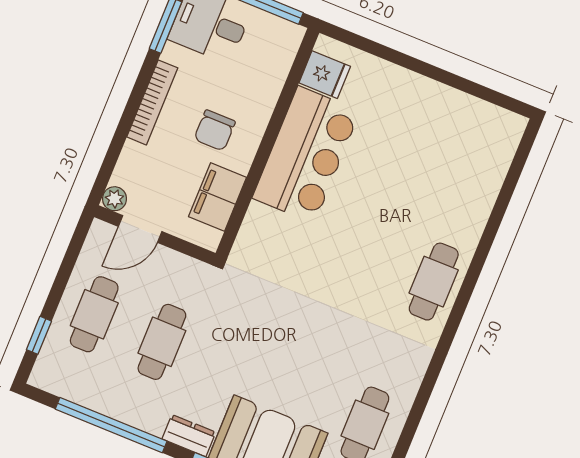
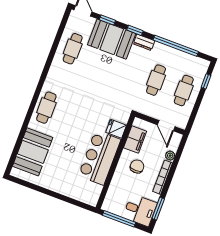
fridge: (325, 75) -> (116, 129), moved
booth: (470, 174) -> (33, 152), added
plant: (114, 199) -> (170, 156), moved
door: (140, 229) -> (166, 126), swing flipped

